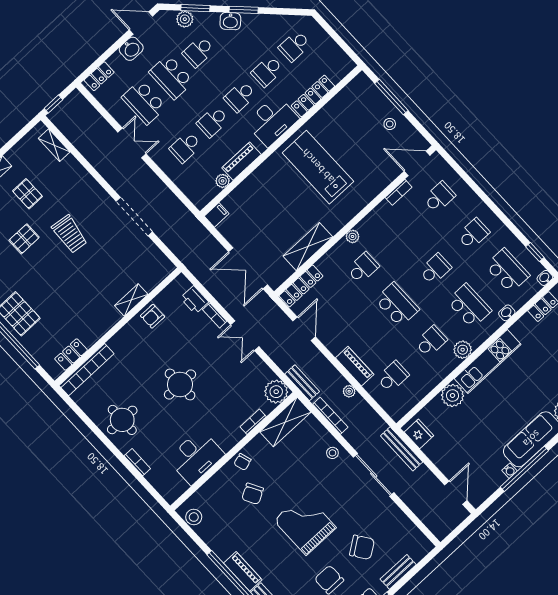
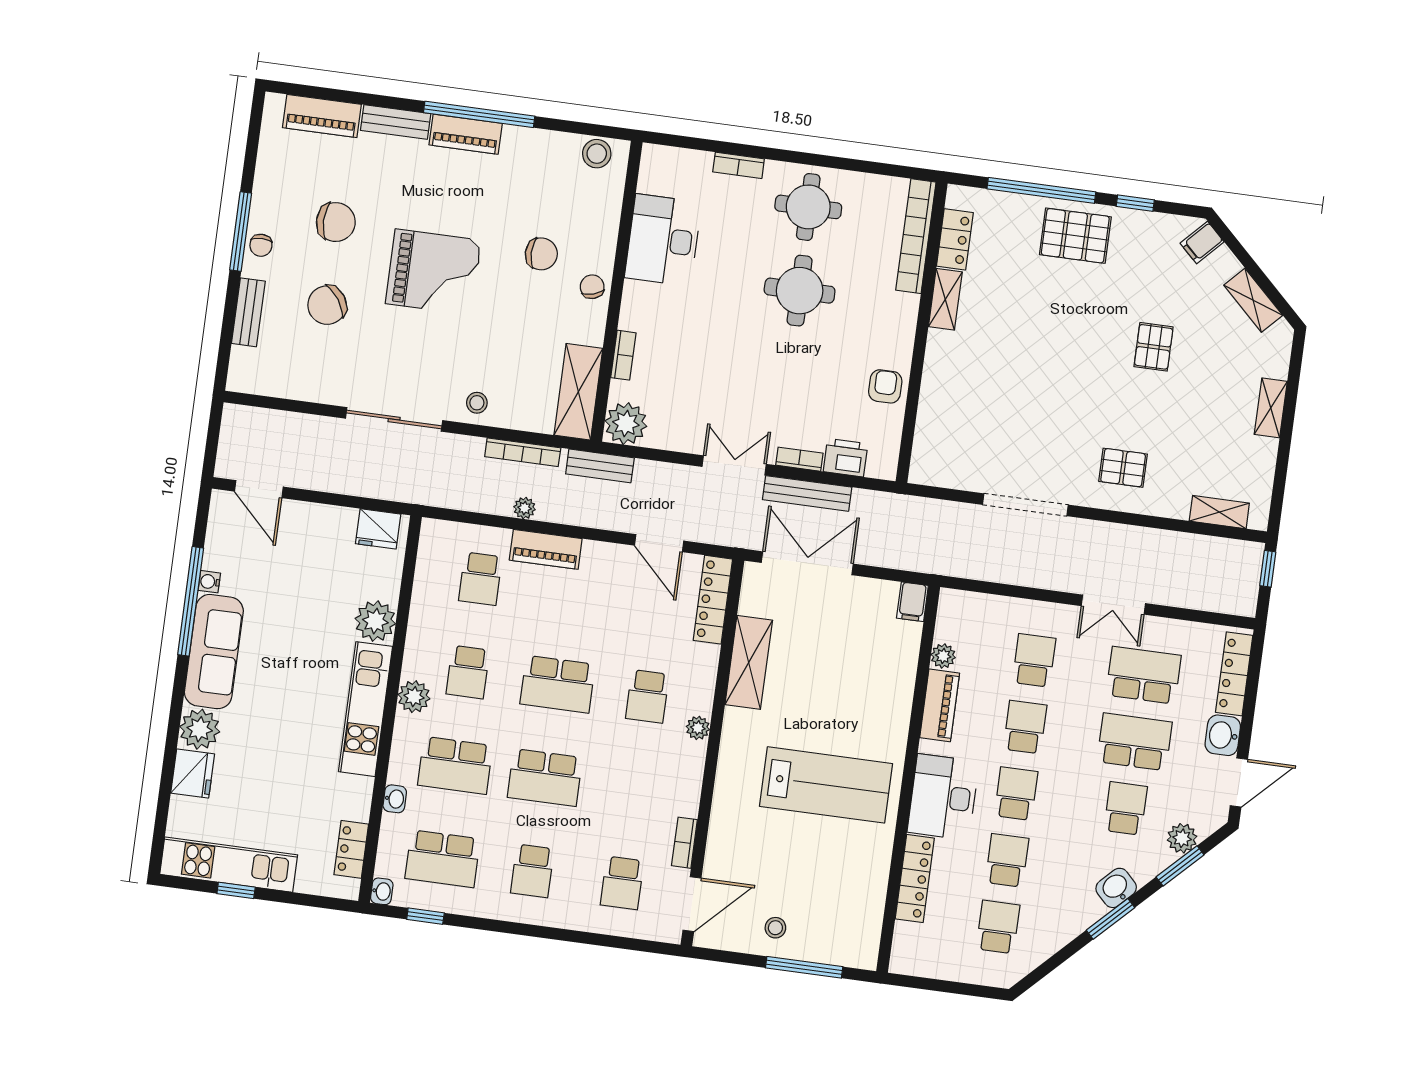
locker: (99, 76) -> (1234, 674), width x1.53
pallet: (28, 194) -> (1123, 468), moved
trolley: (70, 234) -> (1095, 406), removed
school desk: (435, 269) -> (545, 778), width x1.85
shelving: (131, 300) -> (945, 299), moved
round table: (180, 384) -> (800, 291), moved
bench: (402, 449) -> (807, 493), moved
chair: (253, 494) -> (541, 254), turned 119

